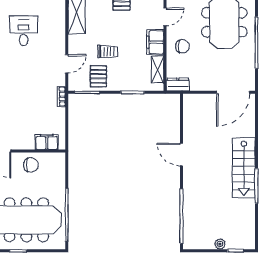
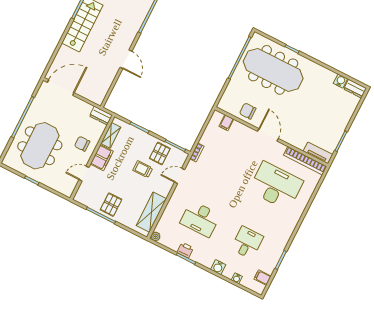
desk: (24, 31) -> (200, 219), width x1.37
filing cabinet: (47, 142) -> (226, 123), width x0.50

